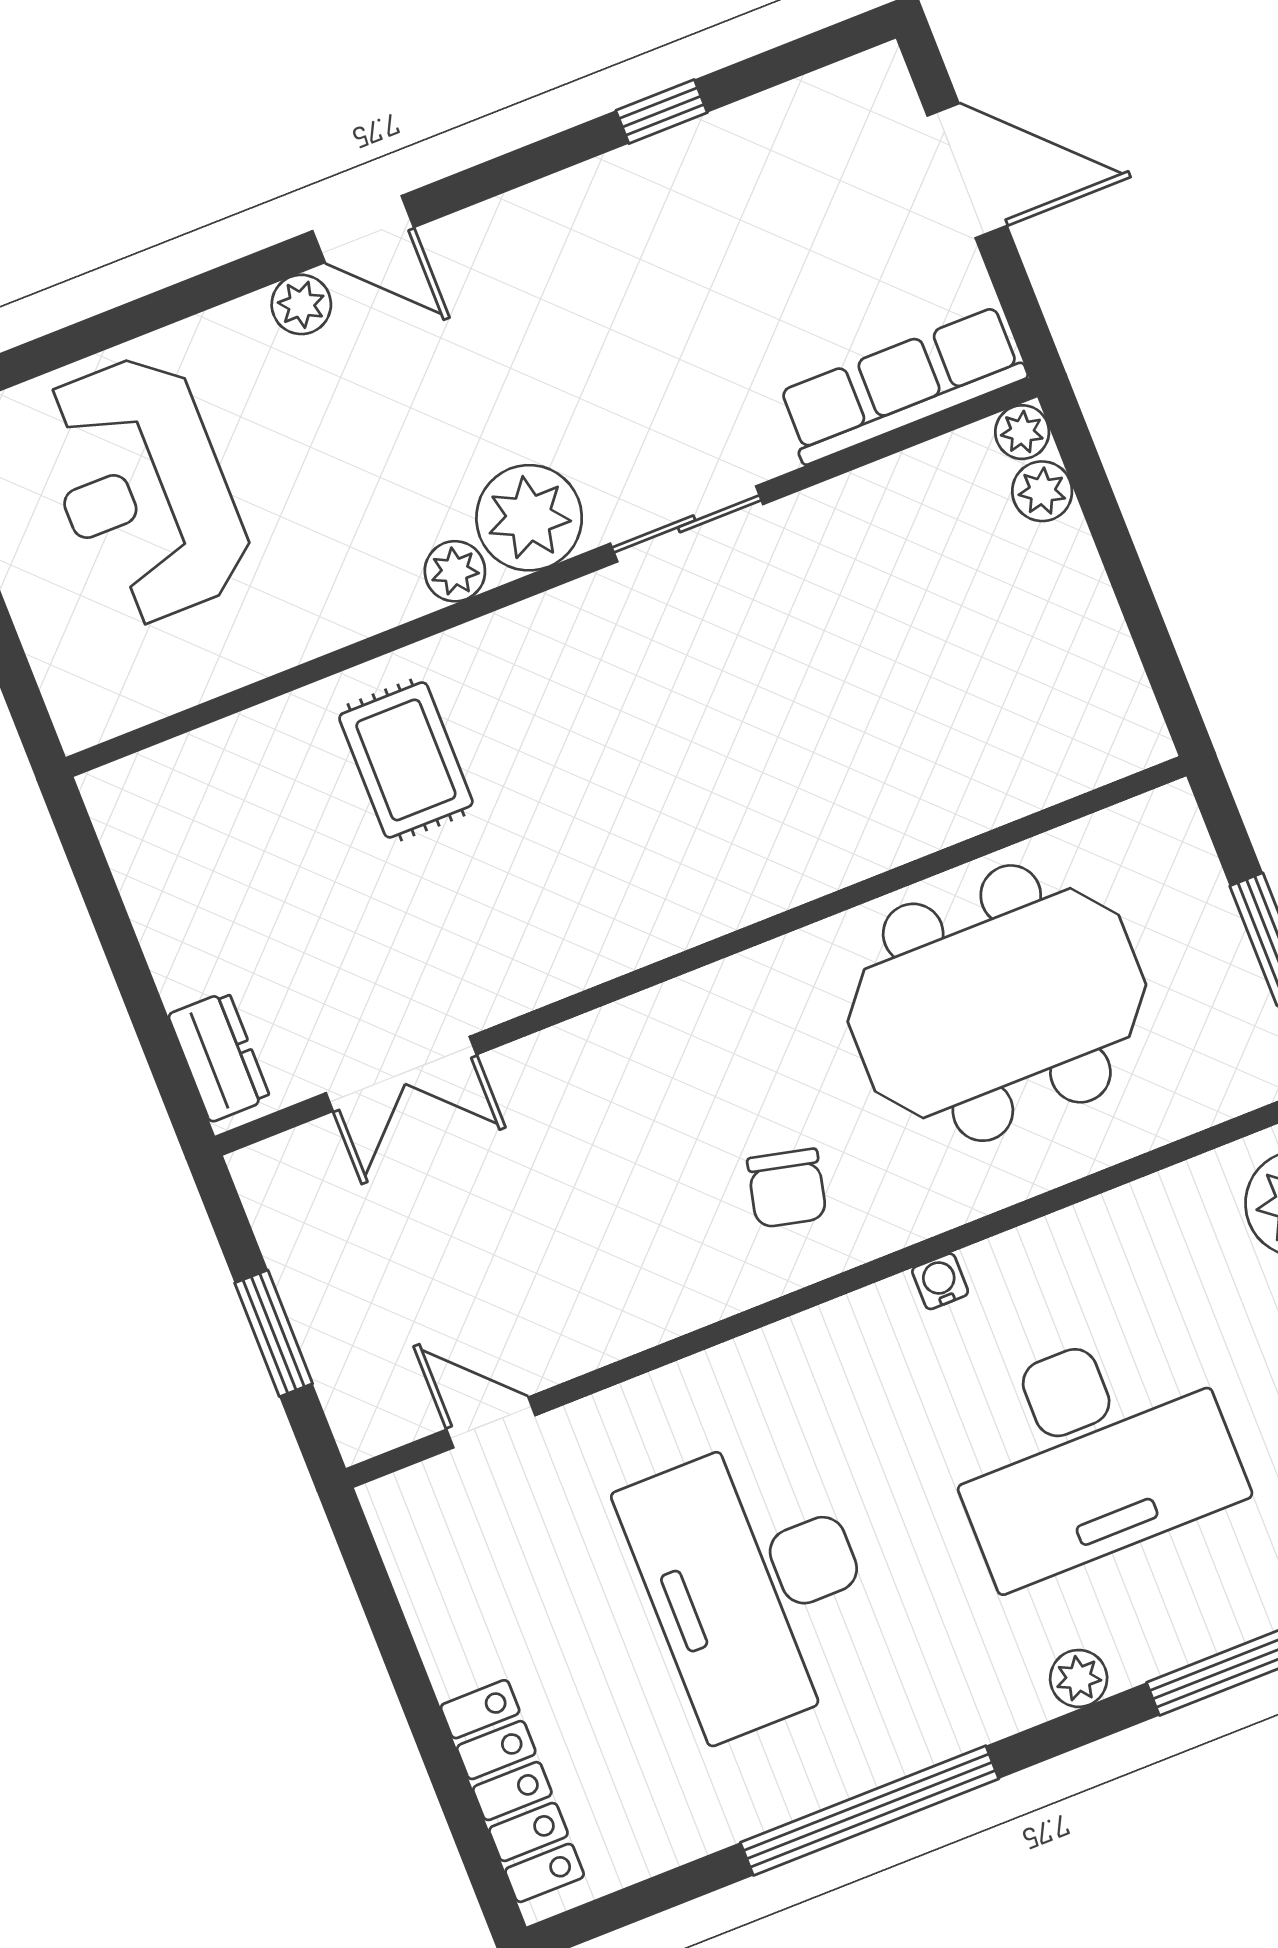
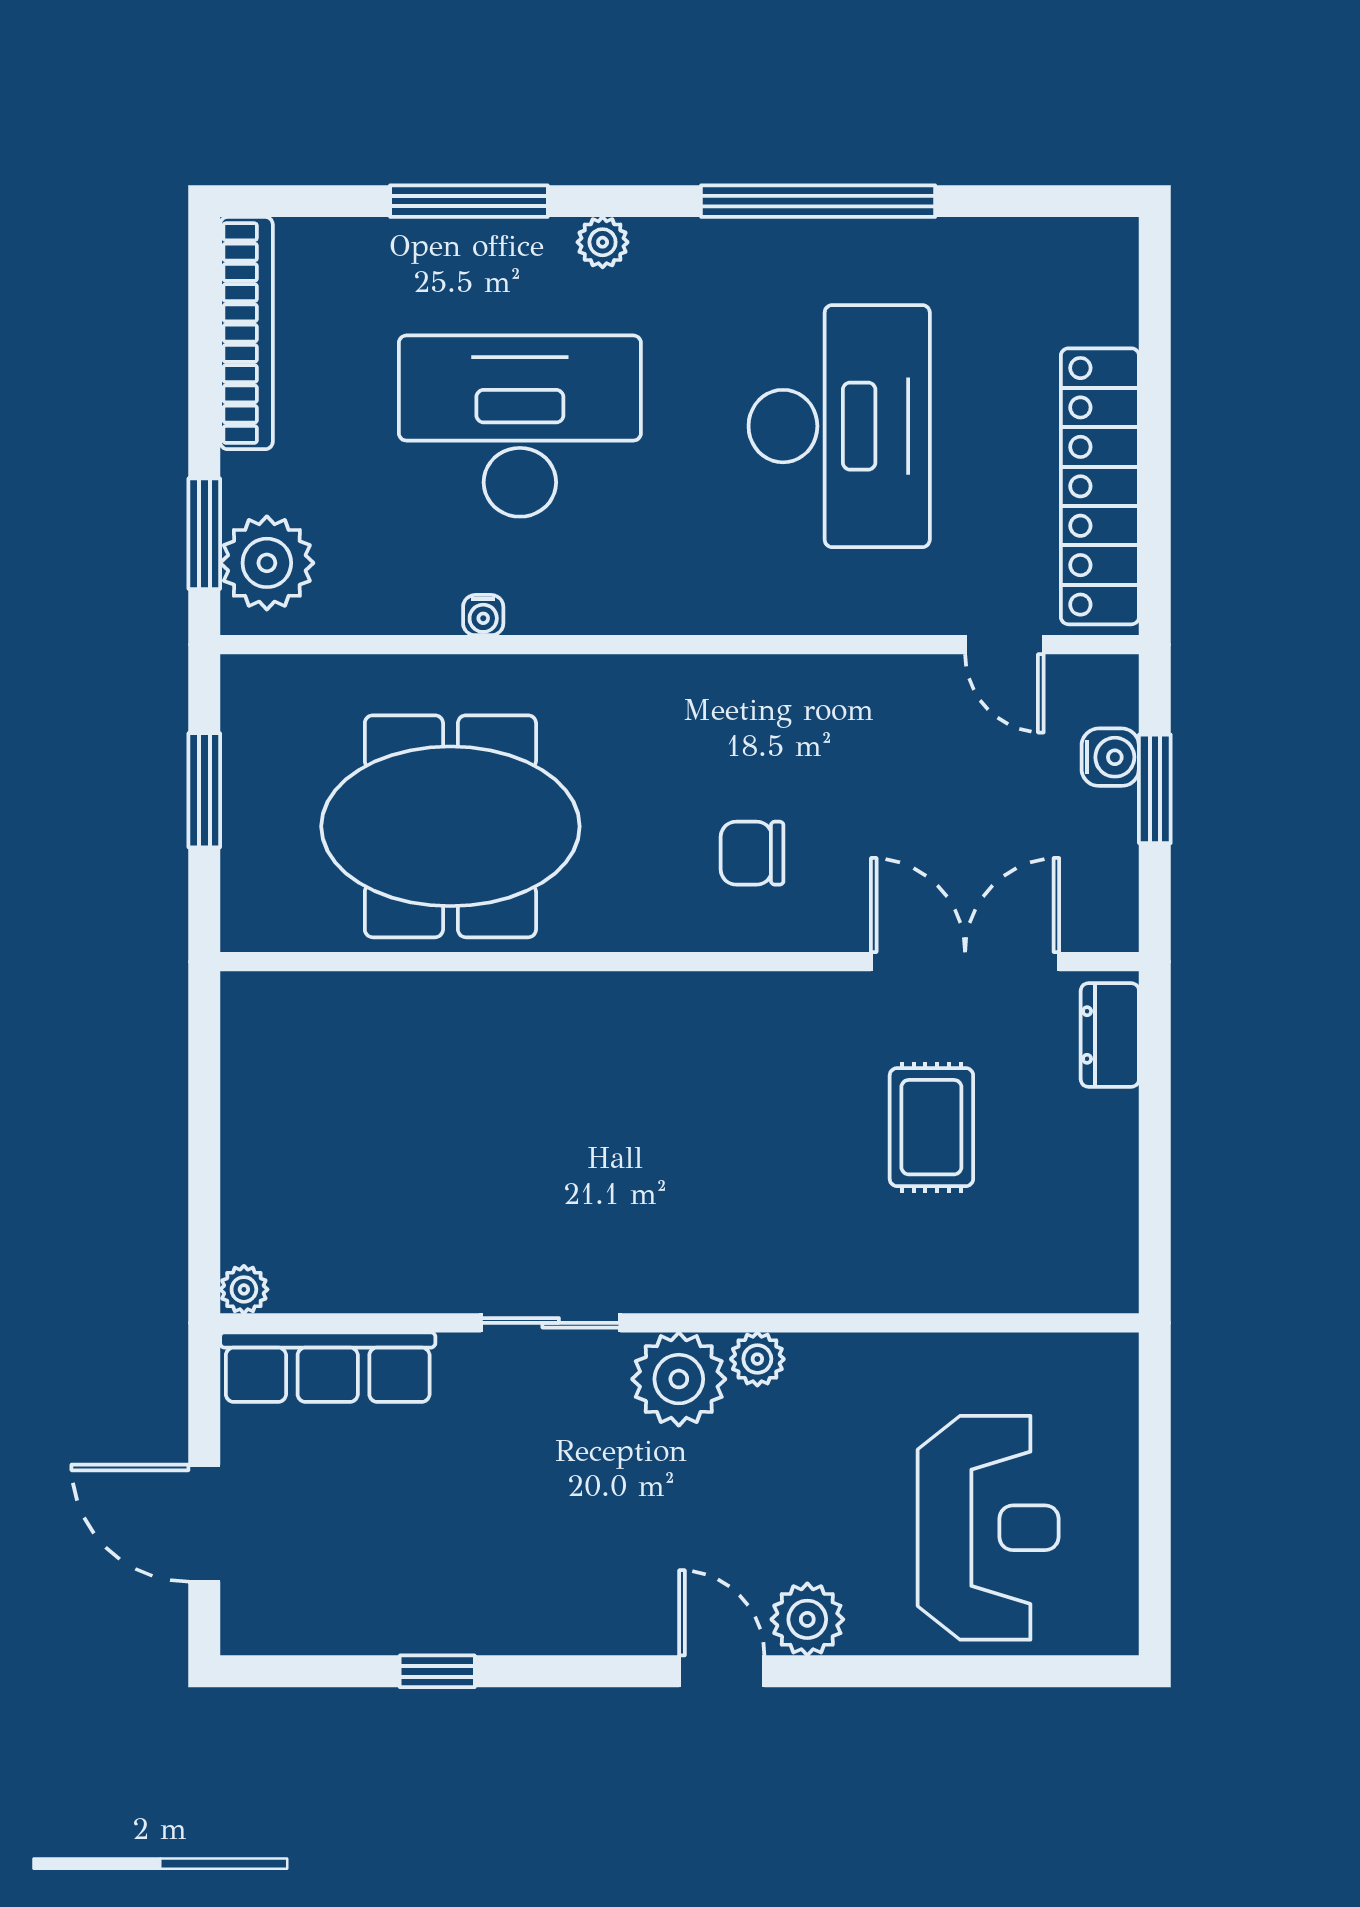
plant: (301, 304) -> (807, 1619), width x1.38, depth x1.38
plant: (1042, 491) -> (247, 1234), removed
rug: (406, 760) -> (931, 1127), moved
double door: (401, 1074) -> (965, 962), width x1.37
chair: (787, 1188) -> (752, 853), moved, turned -103
water cooler: (940, 1281) -> (483, 615), moved
water cooler: (333, 1348) -> (1110, 757), added
locker: (512, 1791) -> (1100, 486), moved, width x1.41, depth x1.21

